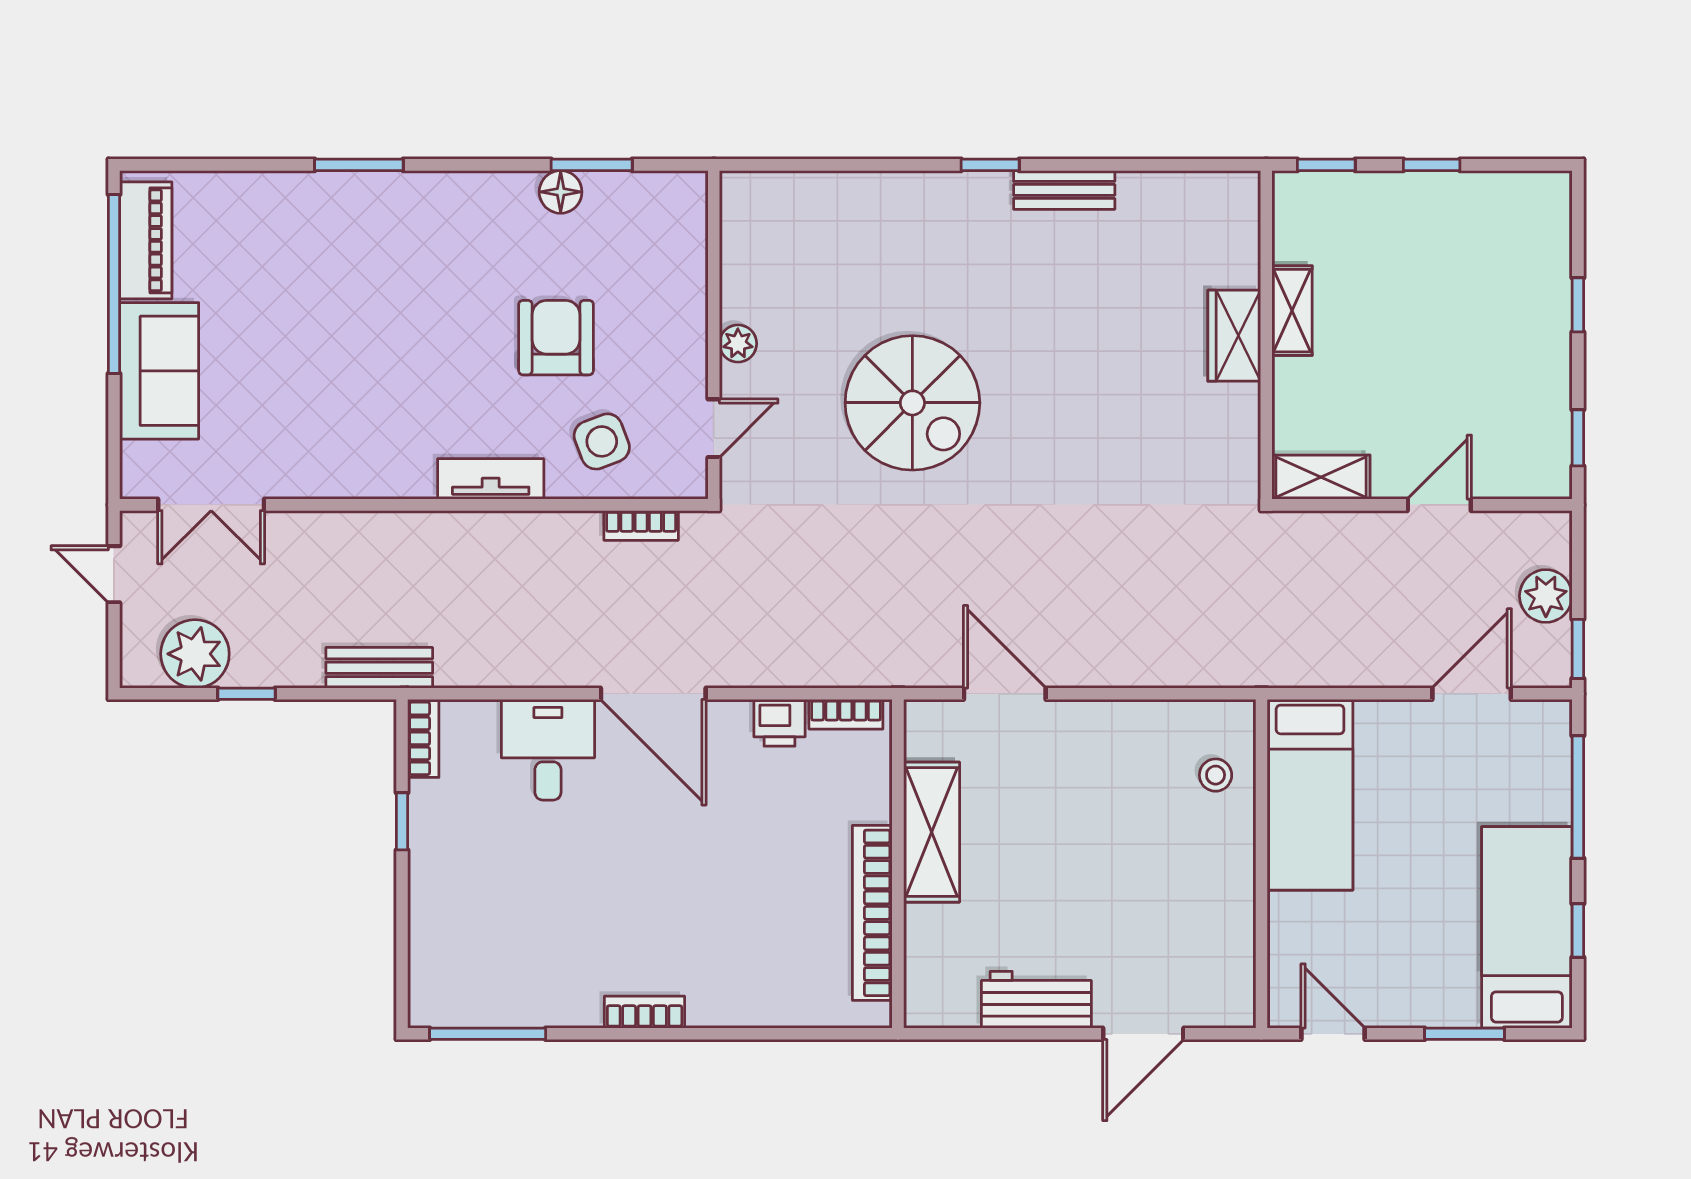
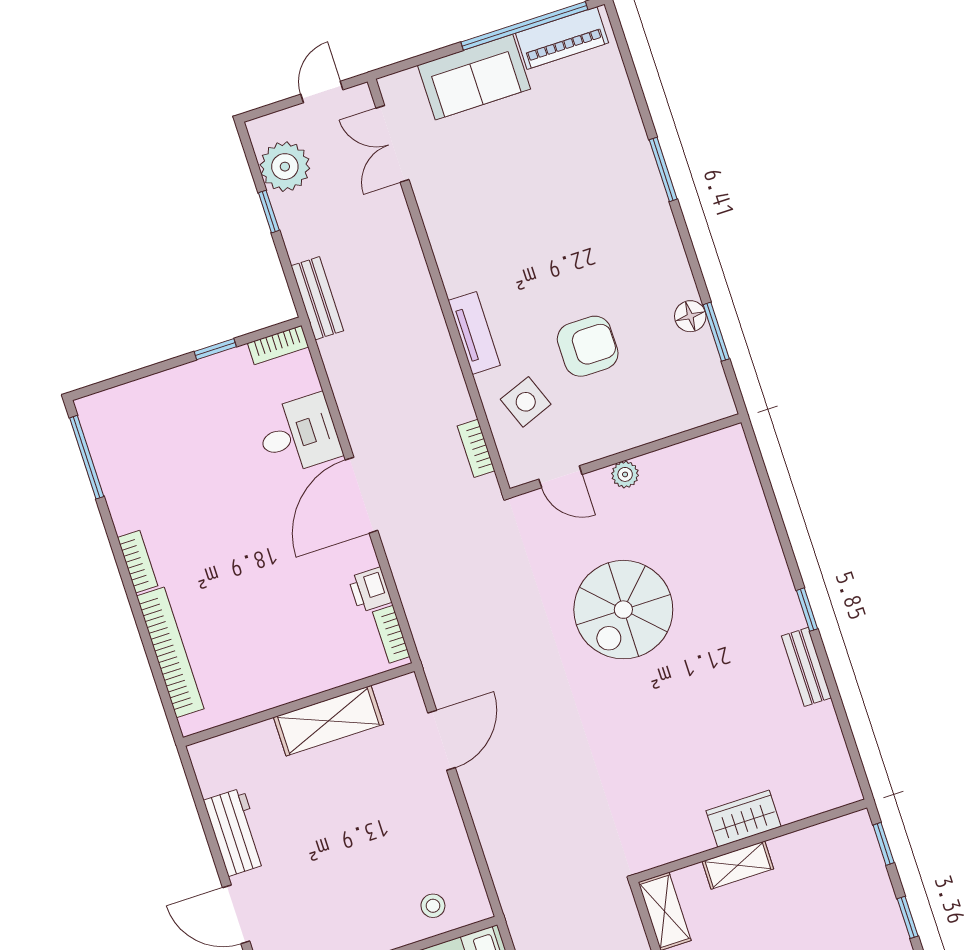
shelving: (1292, 311) -> (738, 865), moved
bookcase: (872, 913) -> (170, 652), moved, turned 90

